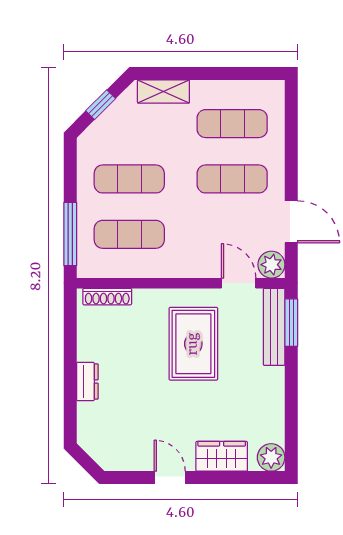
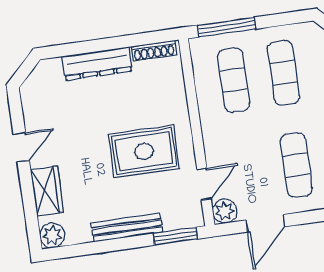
shoe rack: (107, 297) -> (154, 51), moved, turned -90
bench: (274, 327) -> (127, 227), moved
dresser: (87, 382) -> (97, 64), width x1.96, depth x1.24

